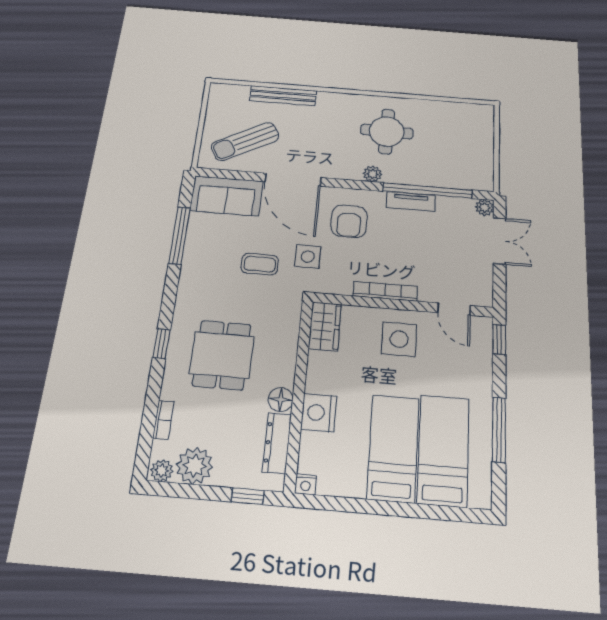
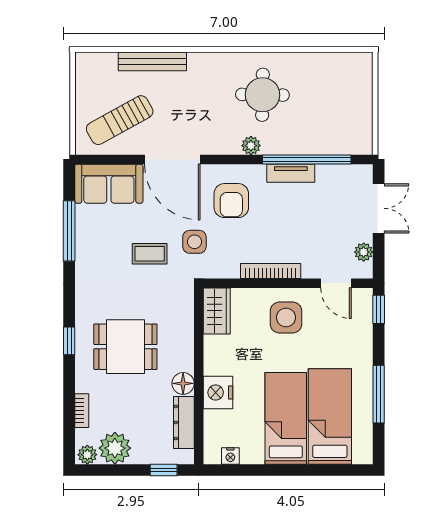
plant: (485, 208) -> (364, 252), moved
dining table: (222, 355) -> (125, 347), turned 90
nightstand: (306, 484) -> (230, 456), moved

